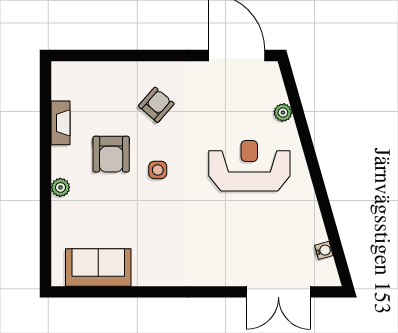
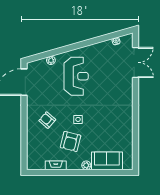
armchair: (111, 154) -> (71, 141), turned 104
reception desk: (249, 166) -> (76, 76), turned 180
sofa: (98, 267) -> (107, 161), moved, turned 90

